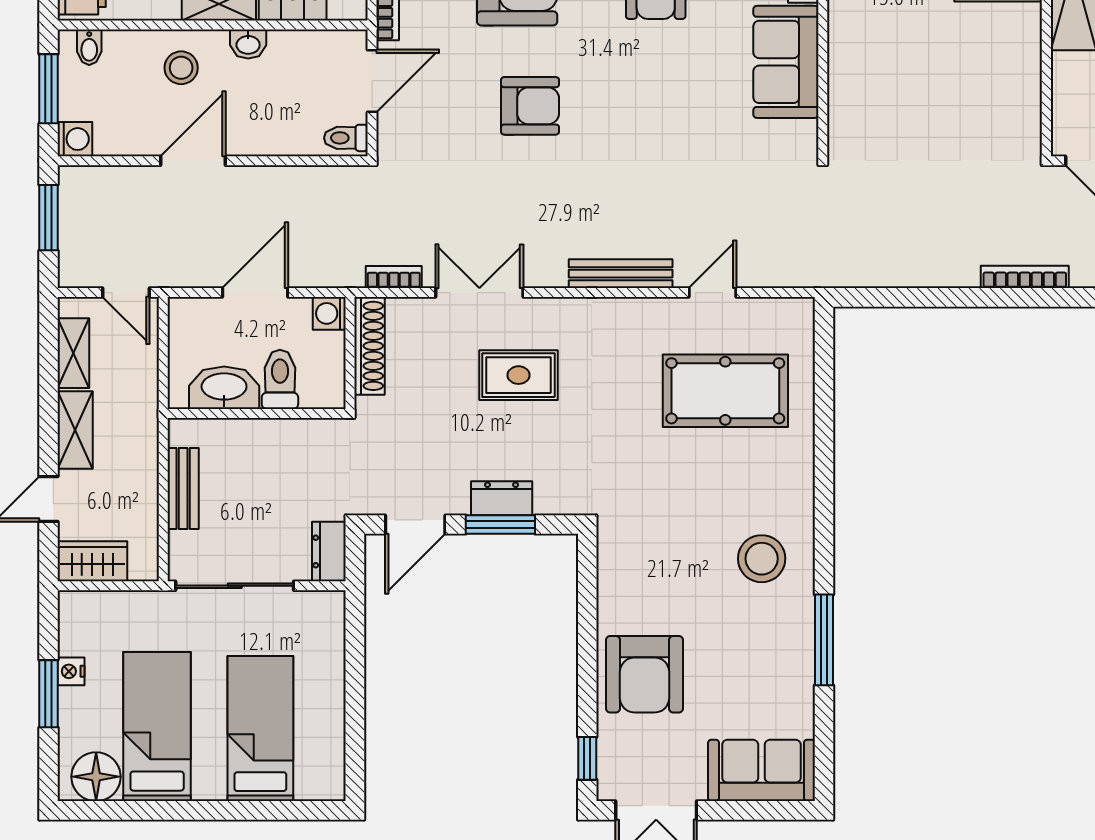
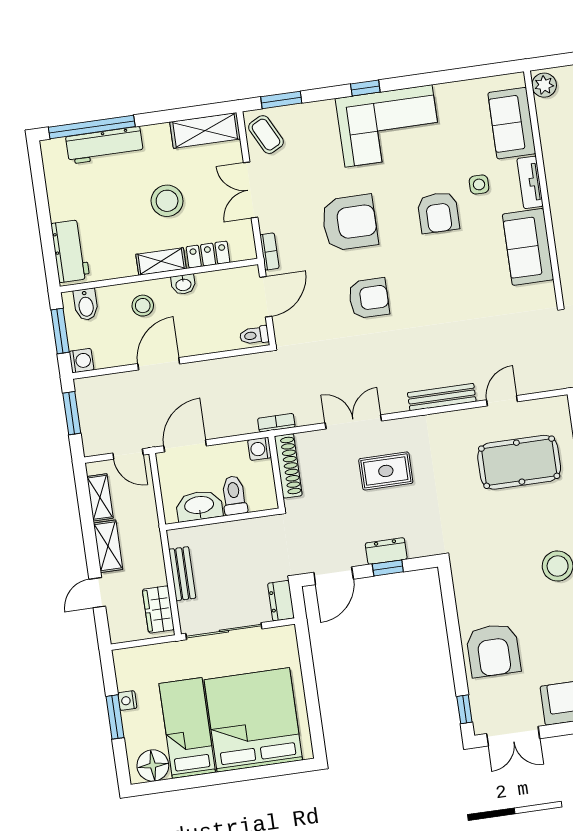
bidet: (89, 47) -> (86, 305), width x1.38, depth x1.36
bookcase: (394, 277) -> (276, 423), moved
door: (255, 293) -> (185, 446), moved
window: (500, 525) -> (388, 568), width x0.67
wardrobe: (92, 561) -> (158, 609), moved, turned -90
bed: (260, 729) -> (253, 720), width x2.04

